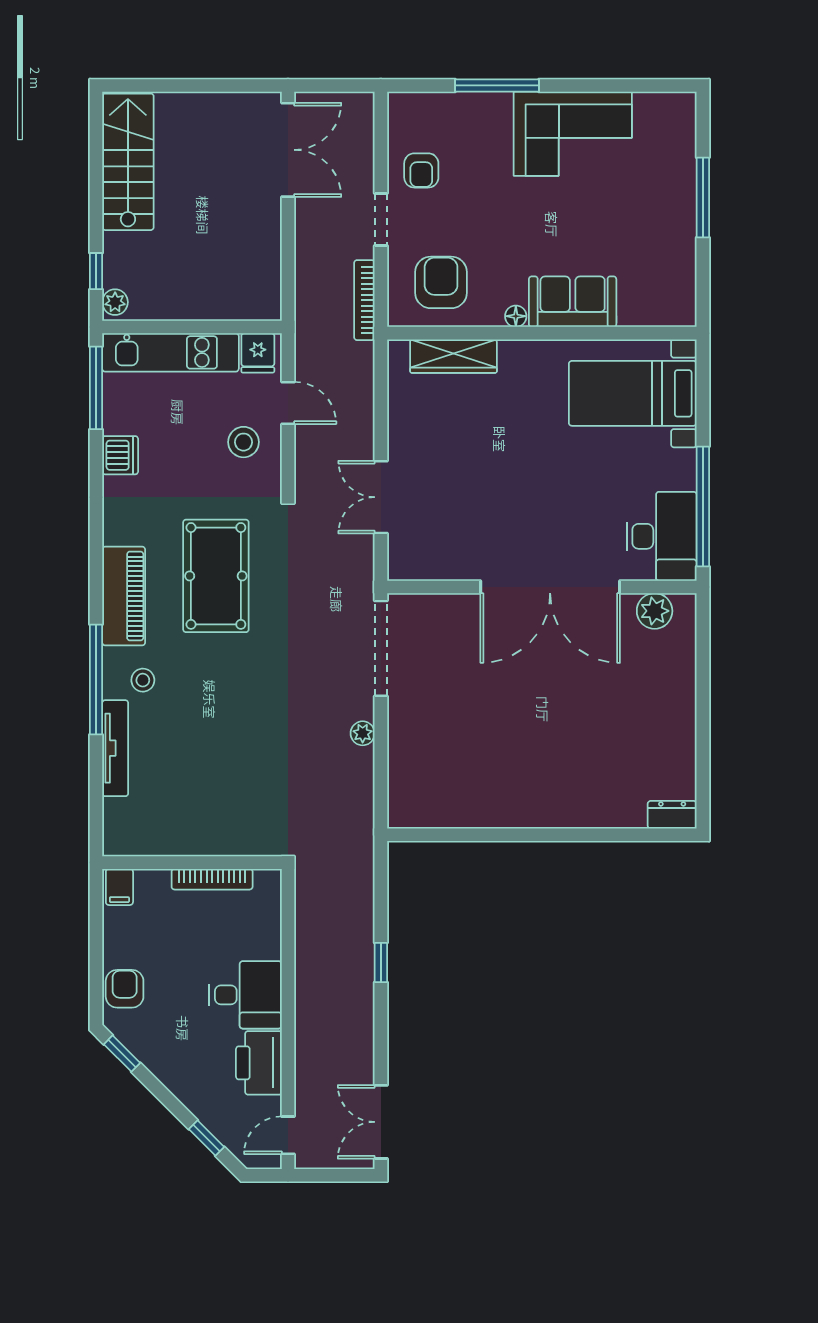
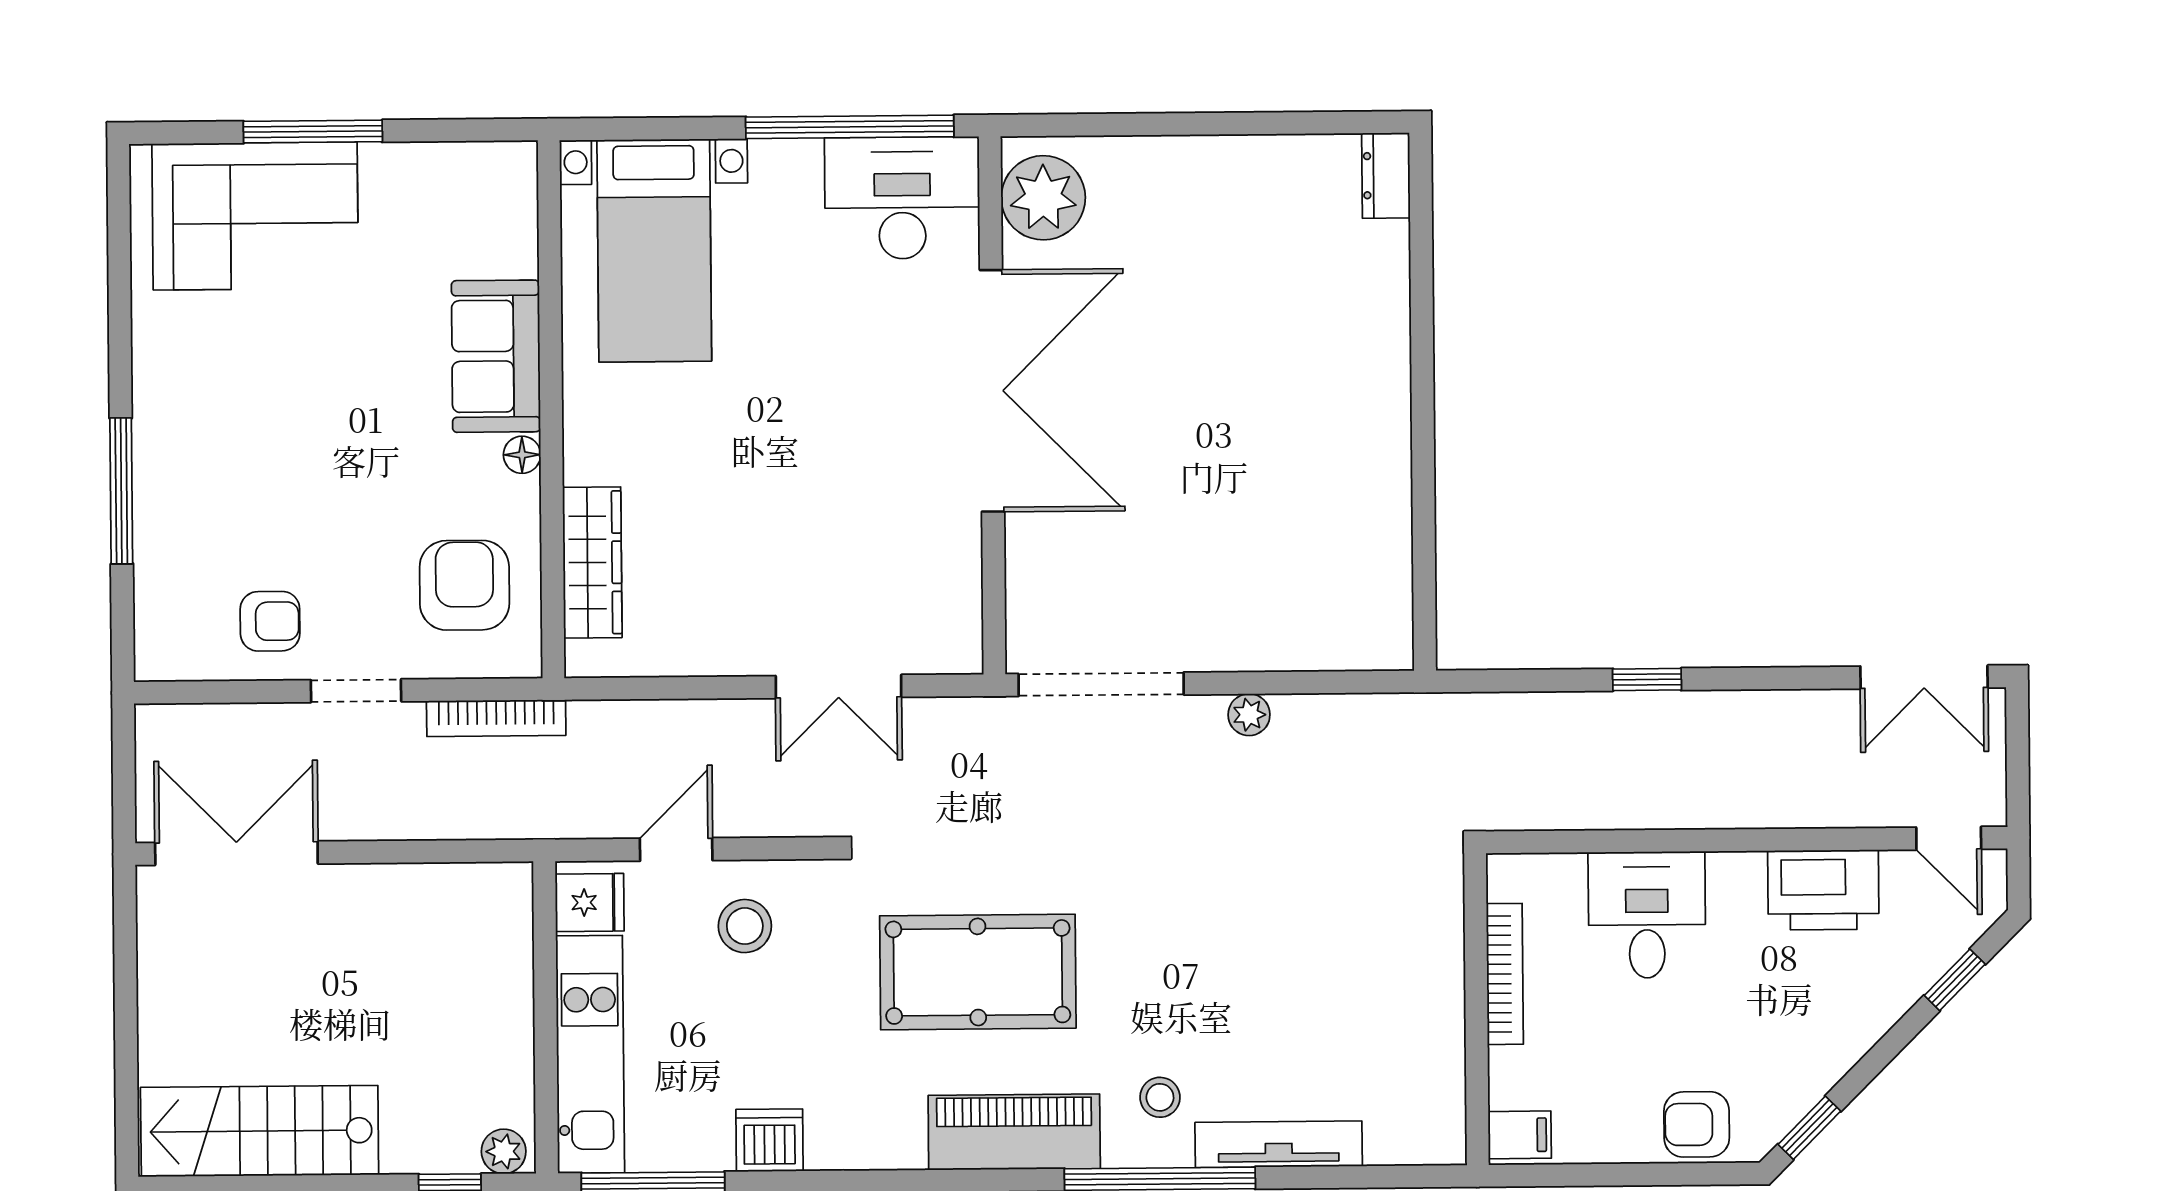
corner sofa: (573, 134) -> (255, 216), moved, turned 90
armchair: (441, 282) -> (464, 585), turned 90
plant: (655, 611) -> (1043, 198), width x1.36, depth x1.36
desk: (245, 995) -> (1647, 915), moved

